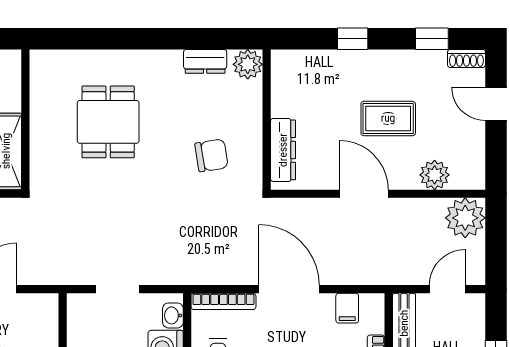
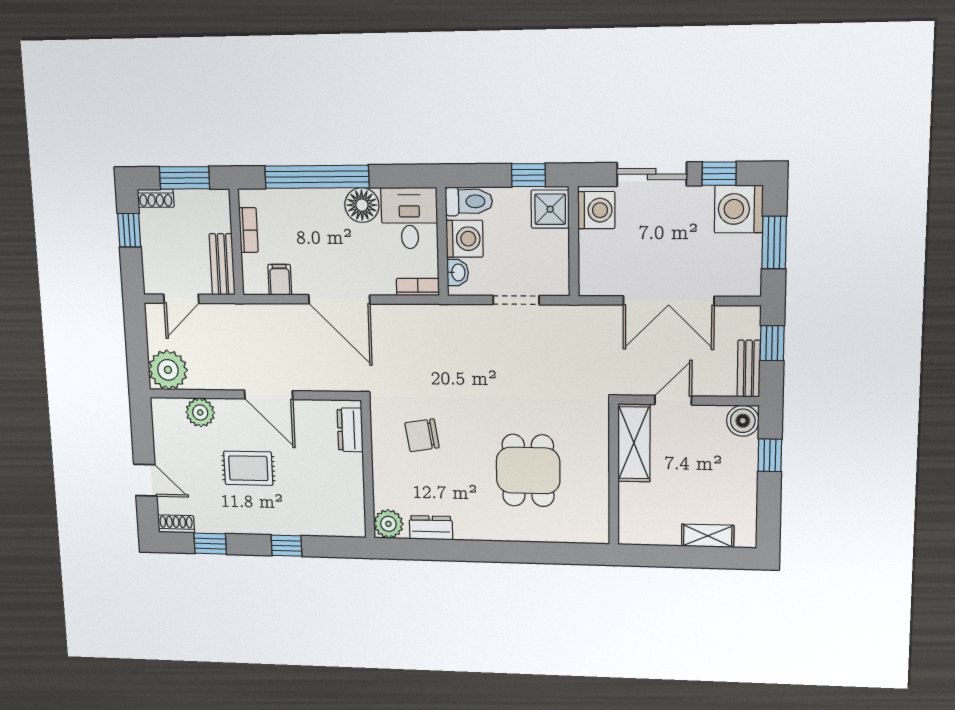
dresser: (283, 150) -> (350, 430), width x0.70
bookcase: (223, 301) -> (418, 287), width x0.64

